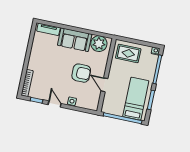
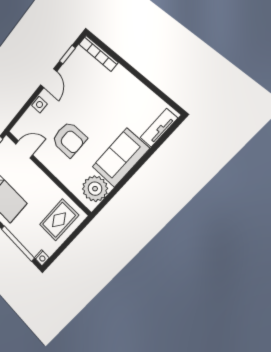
armchair: (81, 73) -> (69, 139), turned -90
door: (104, 85) -> (24, 149), moved
door: (55, 104) -> (49, 78), hinge flipped

